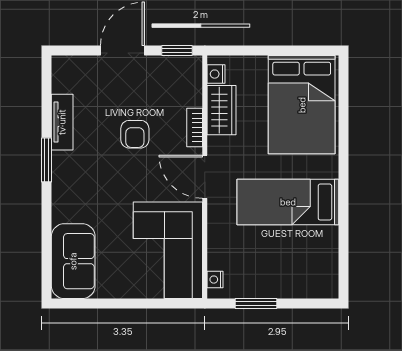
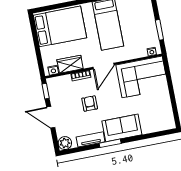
plant: (65, 69) -> (65, 143), added
armchair: (135, 134) -> (90, 103), turned -90
sofa: (73, 261) -> (122, 128), moved

